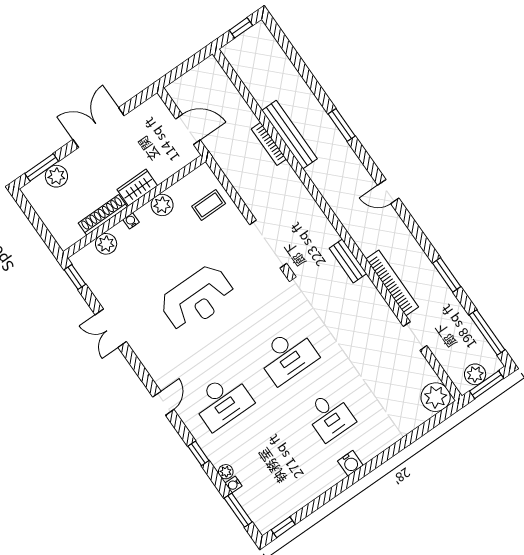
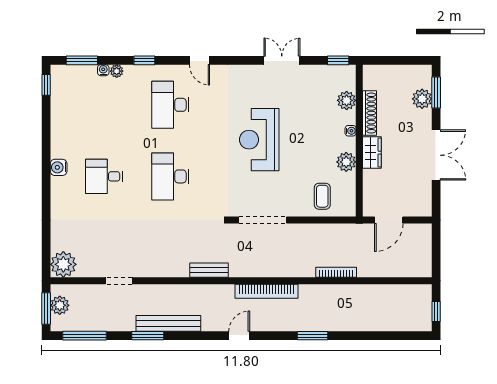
bench: (289, 135) -> (168, 323), moved
bookcase: (392, 283) -> (267, 291), moved

